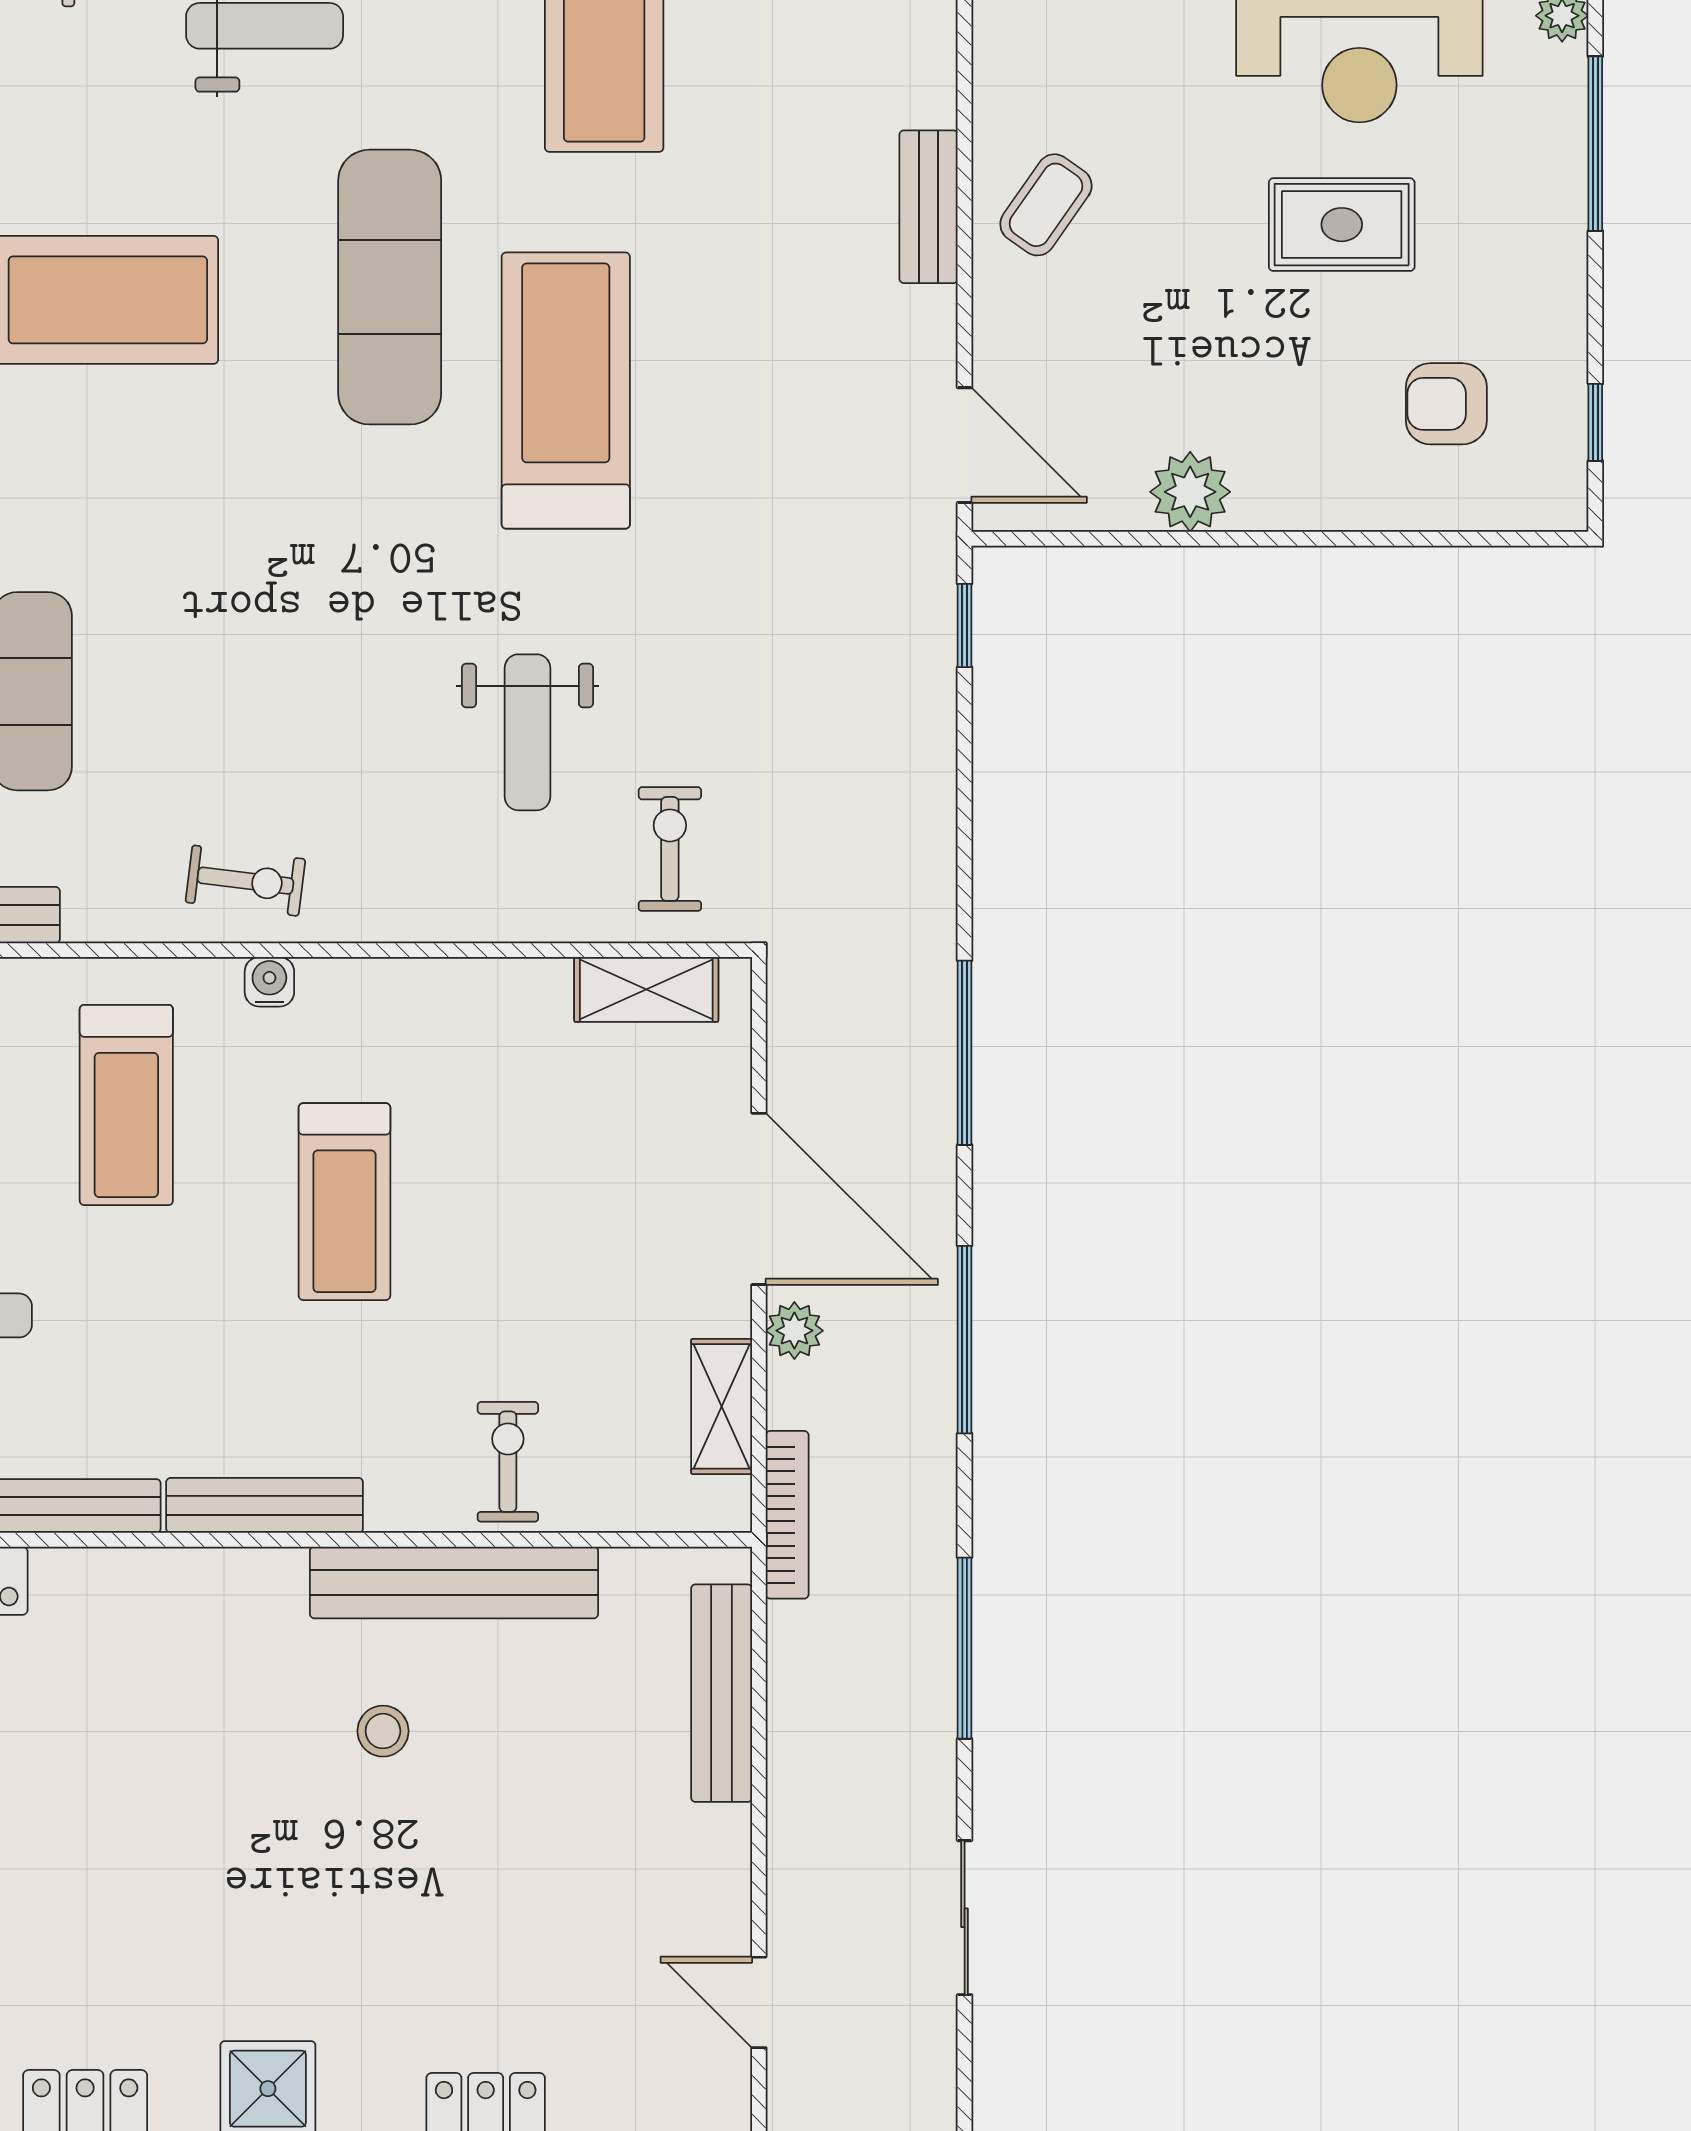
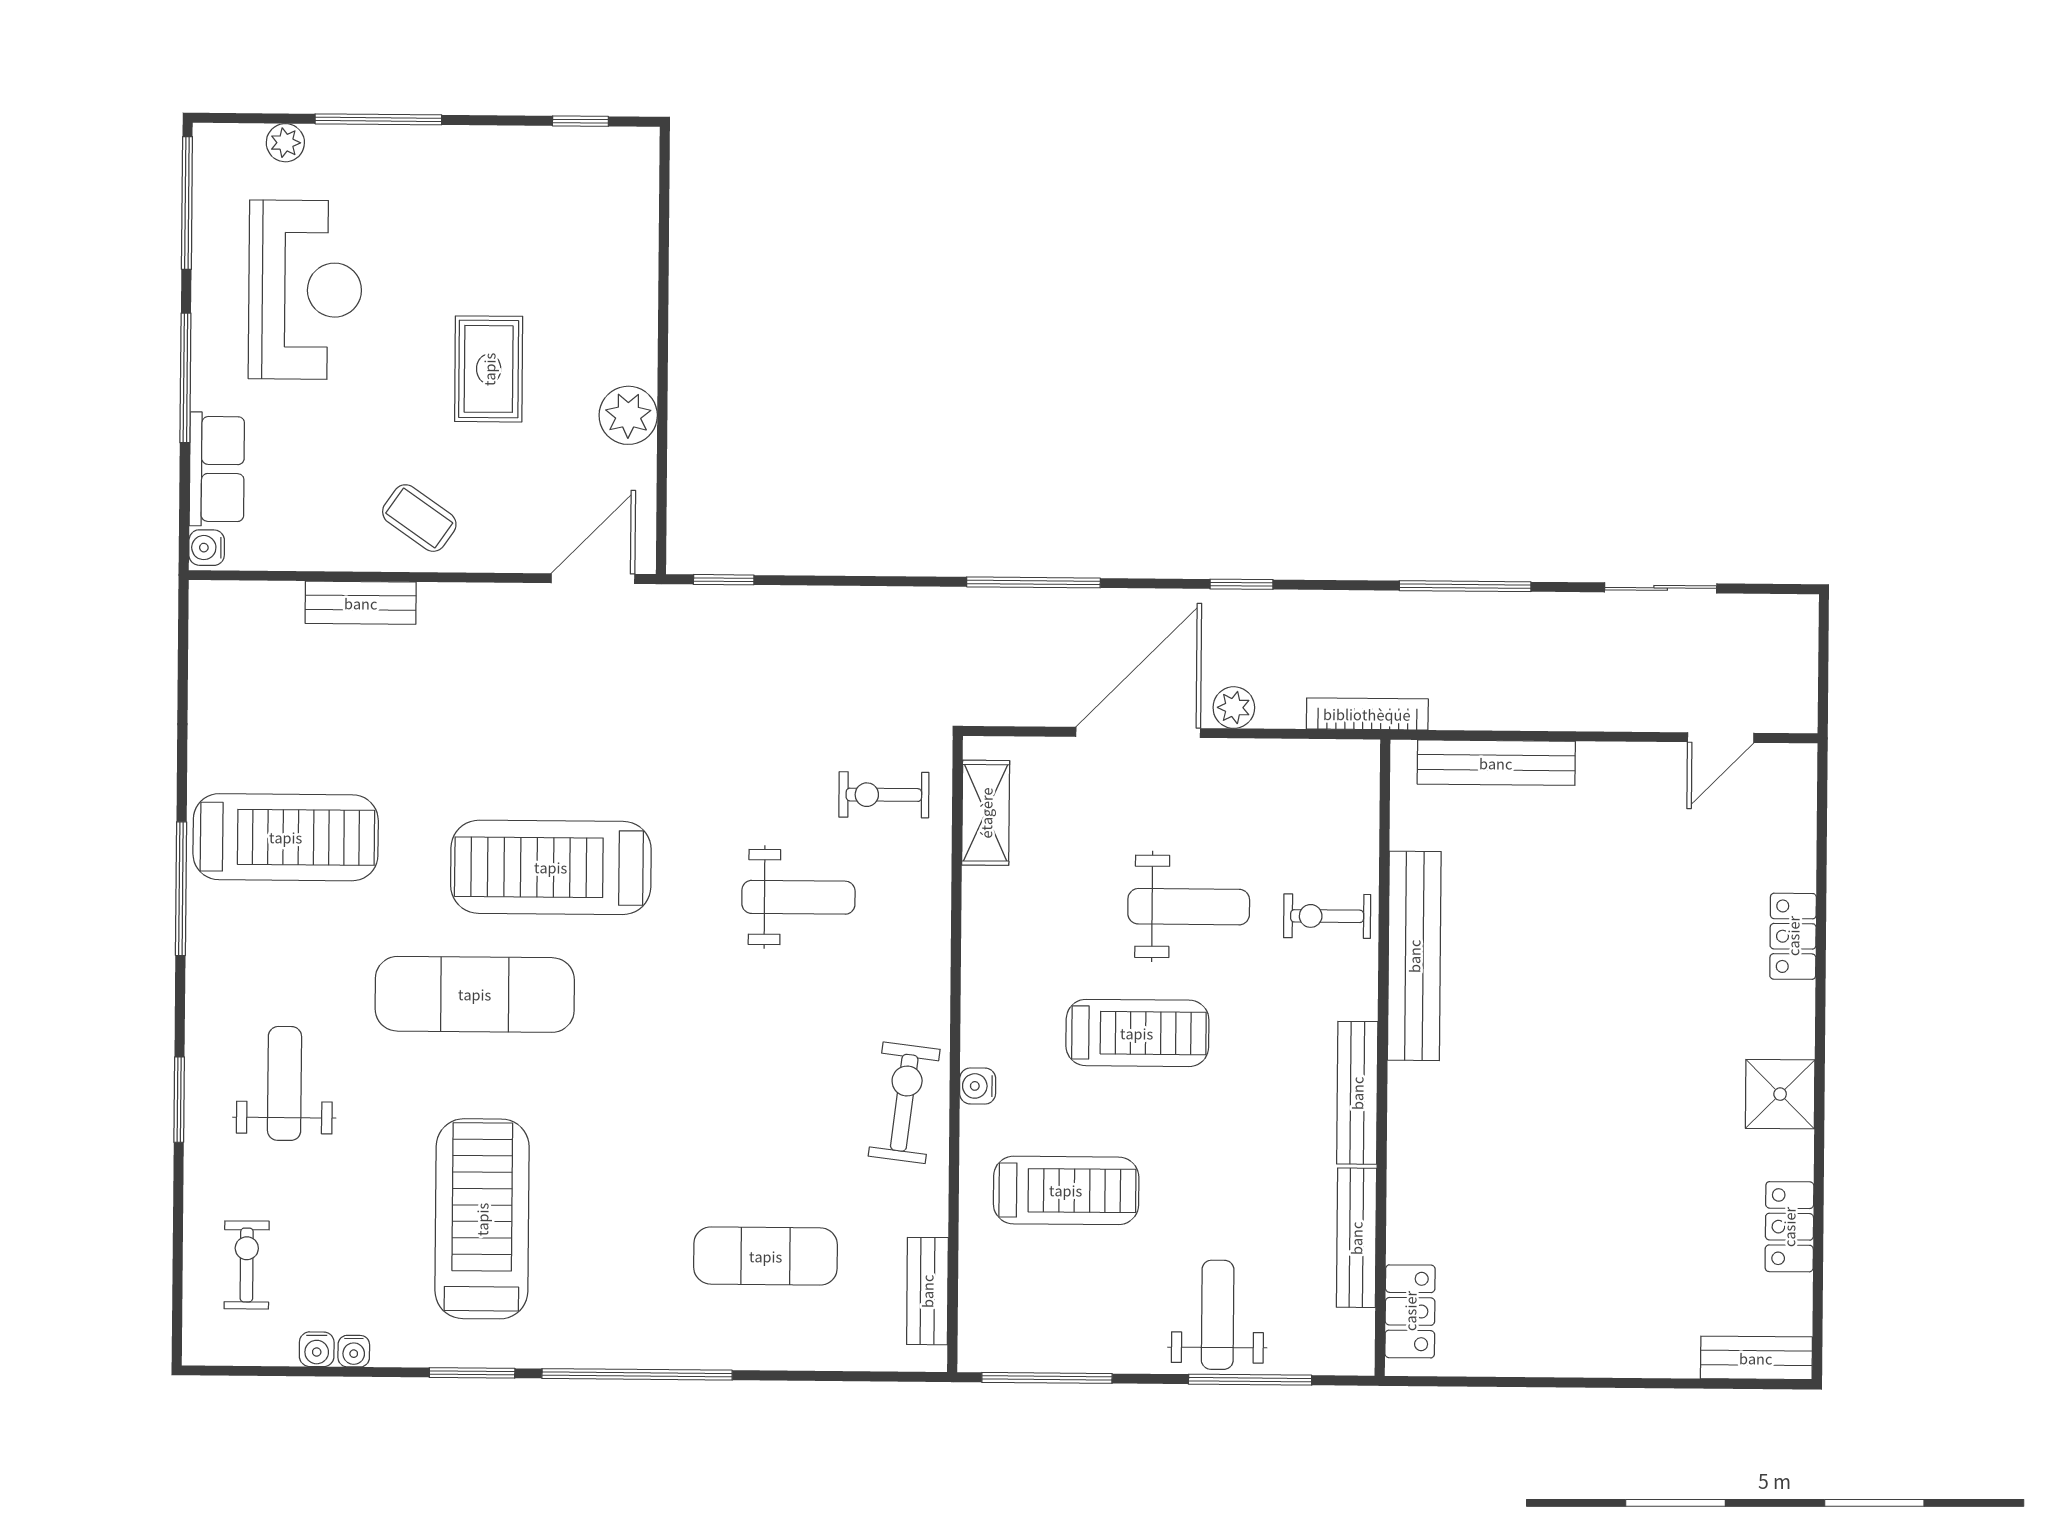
bench: (929, 207) -> (361, 603), moved
rug: (1342, 225) -> (489, 369), moved
armchair: (1446, 404) -> (566, 229), removed
exercise bike: (245, 881) -> (904, 1103), width x1.38, depth x1.39
weight bench: (519, 1271) -> (1189, 907), added
window: (965, 1340) -> (1241, 584), width x0.46
shelving: (722, 1406) -> (1288, 761), removed
stool: (383, 1731) -> (1522, 1008), removed

